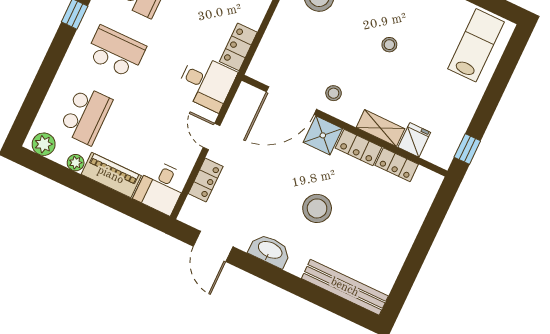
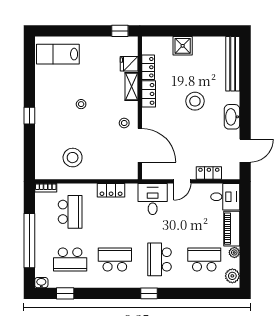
locker: (238, 47) -> (111, 190), moved
shower: (323, 135) -> (183, 46), moved

